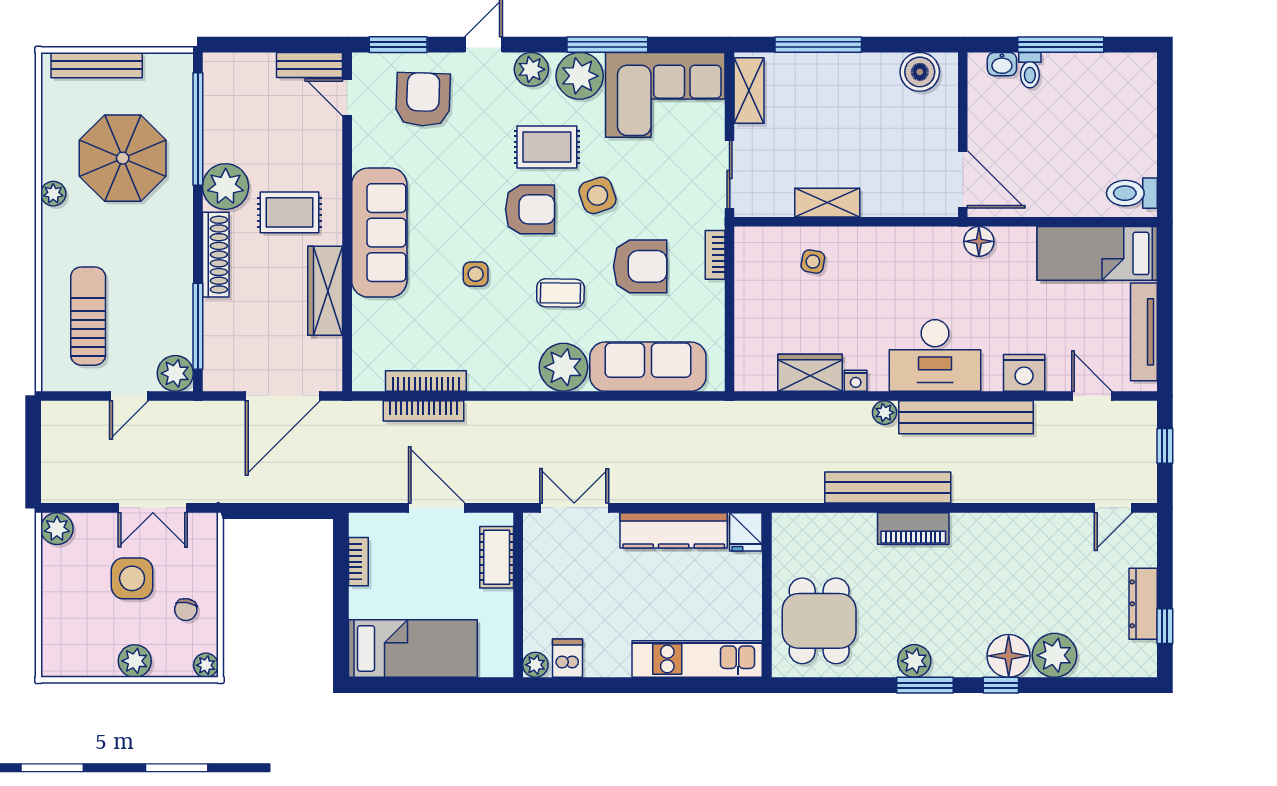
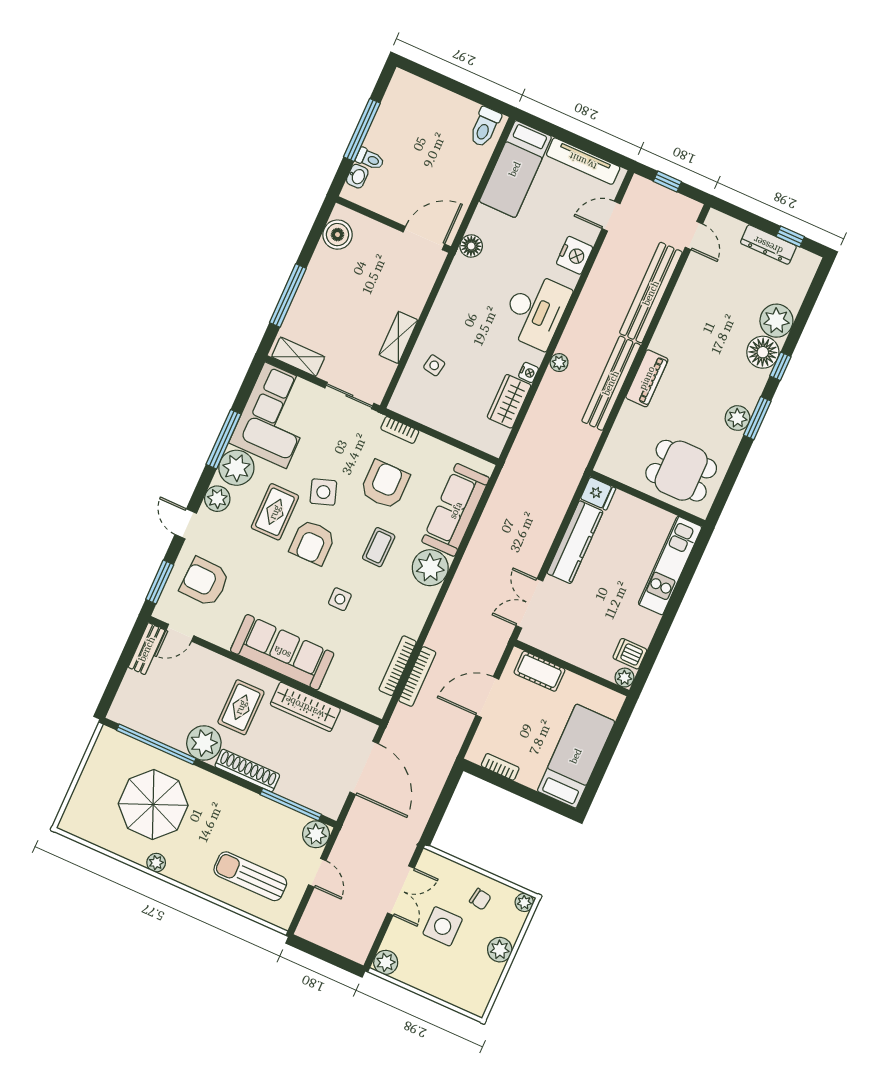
bench: (97, 65) -> (82, 794), removed
armchair: (530, 209) -> (312, 542), turned 180
bench: (966, 417) -> (651, 293), moved

